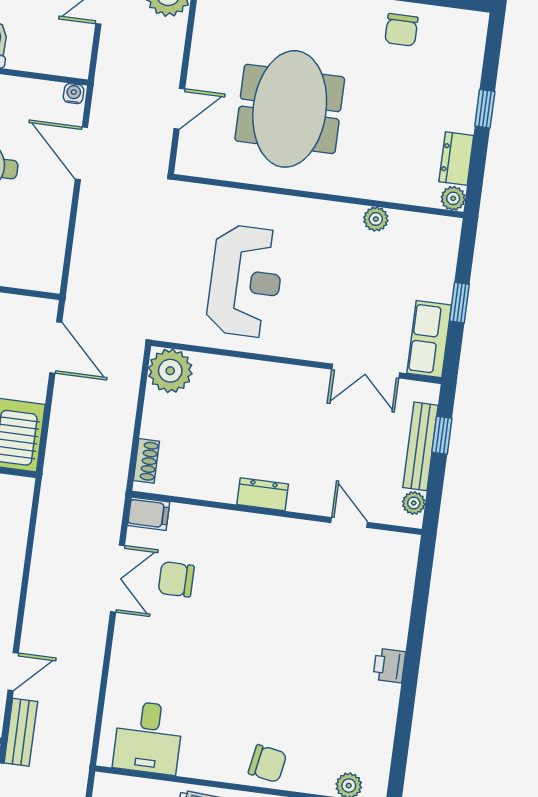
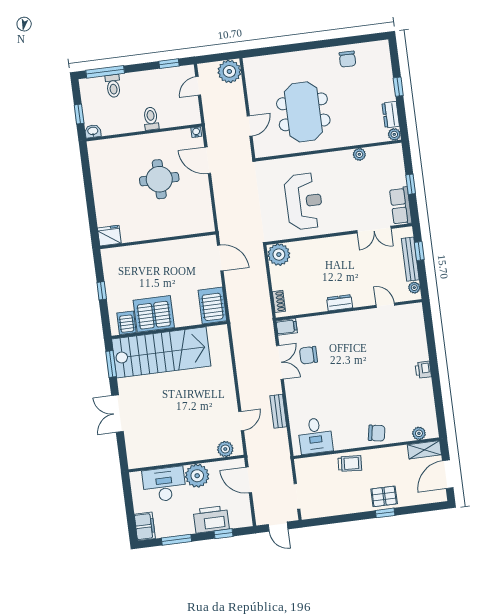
bench: (21, 732) -> (278, 411), moved

